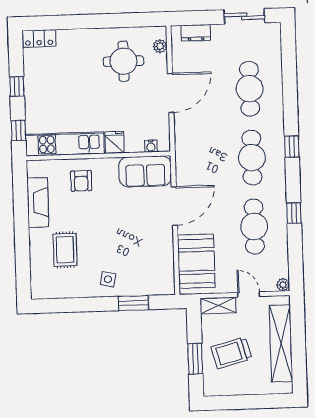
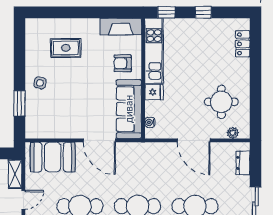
locker: (39, 38) -> (243, 44), moved
sofa: (145, 171) -> (129, 109), width x1.36
fireplace: (38, 202) -> (121, 27), moved

